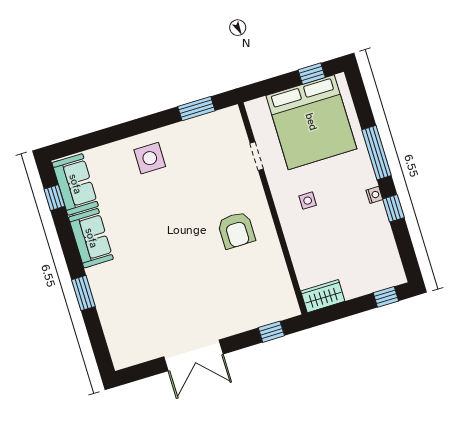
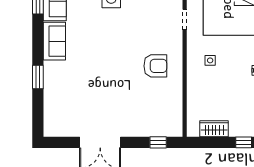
armchair: (236, 230) -> (155, 66), turned -90
wardrobe: (323, 296) -> (214, 129), moved

